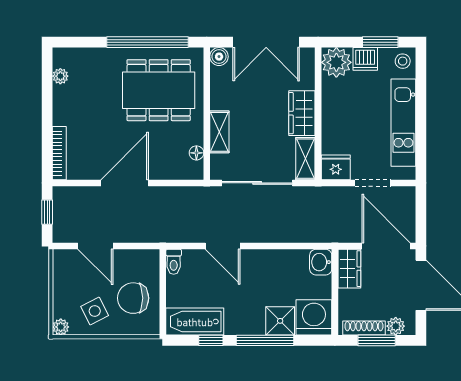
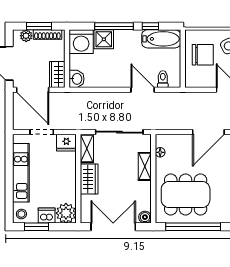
toilet: (174, 262) -> (163, 79), moved

